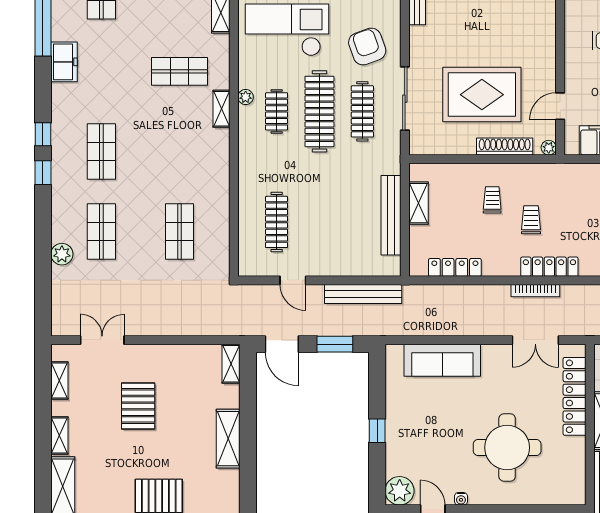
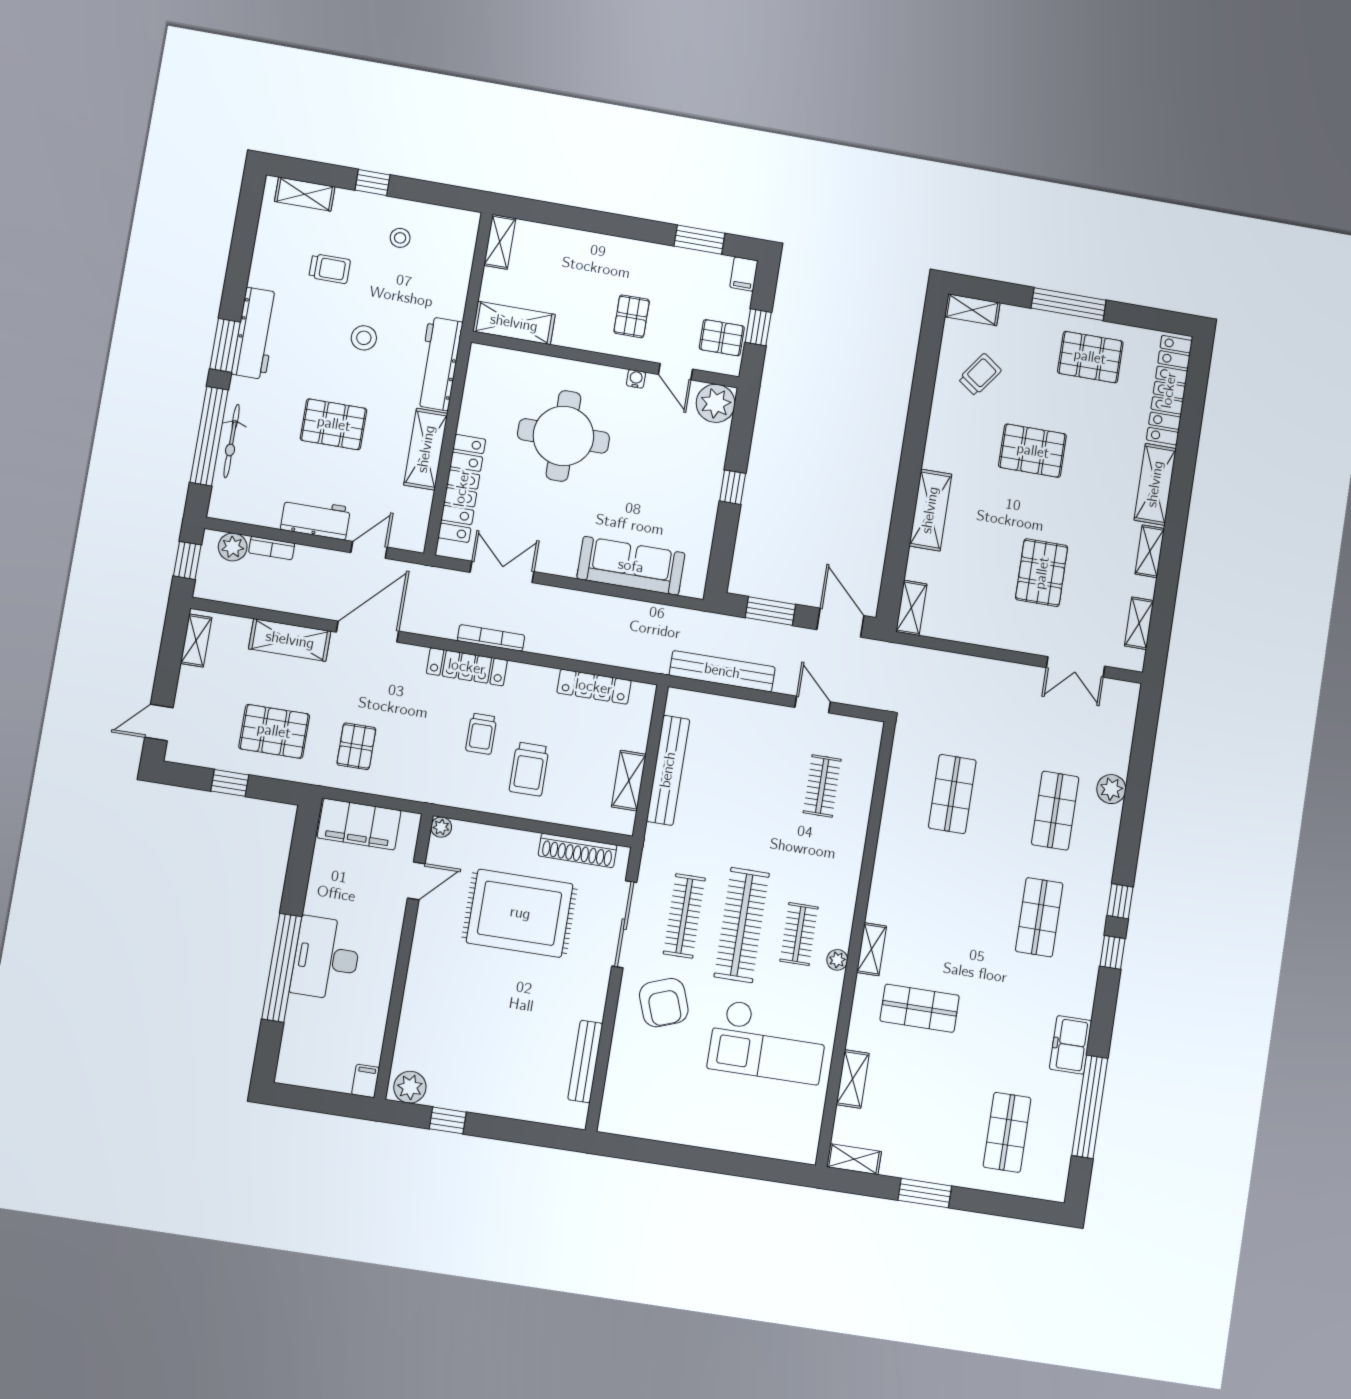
shoe rack: (505, 147) -> (578, 850), moved
trolley: (492, 200) -> (529, 769), width x1.36, depth x1.39
clothes rail: (277, 222) -> (822, 786), width x0.73

